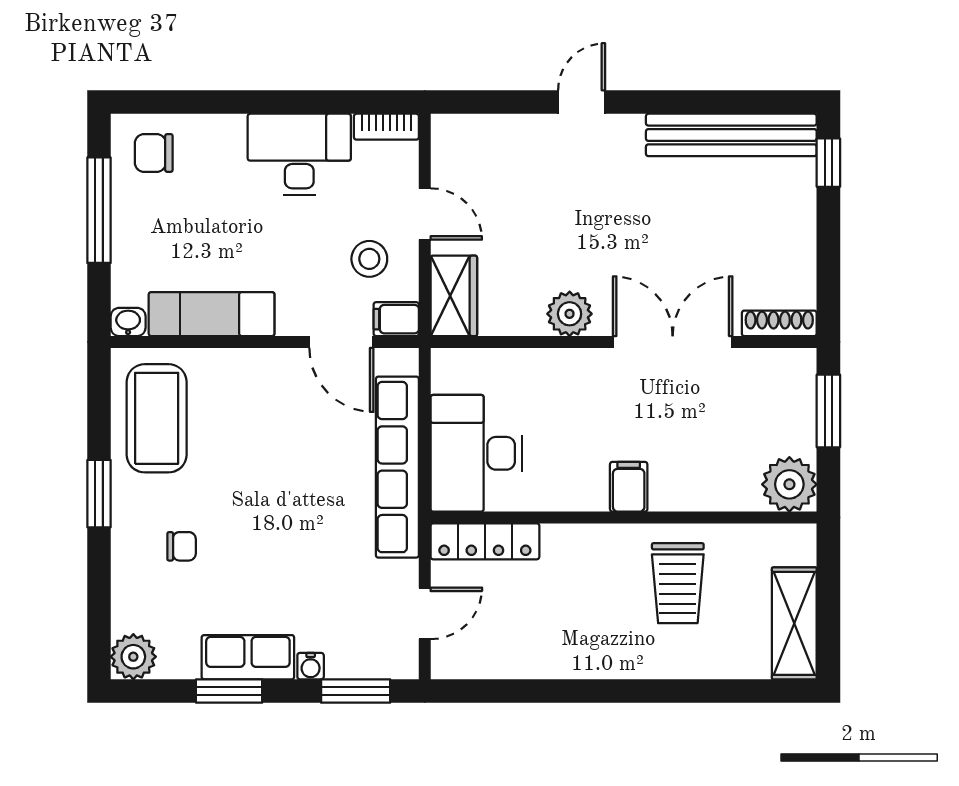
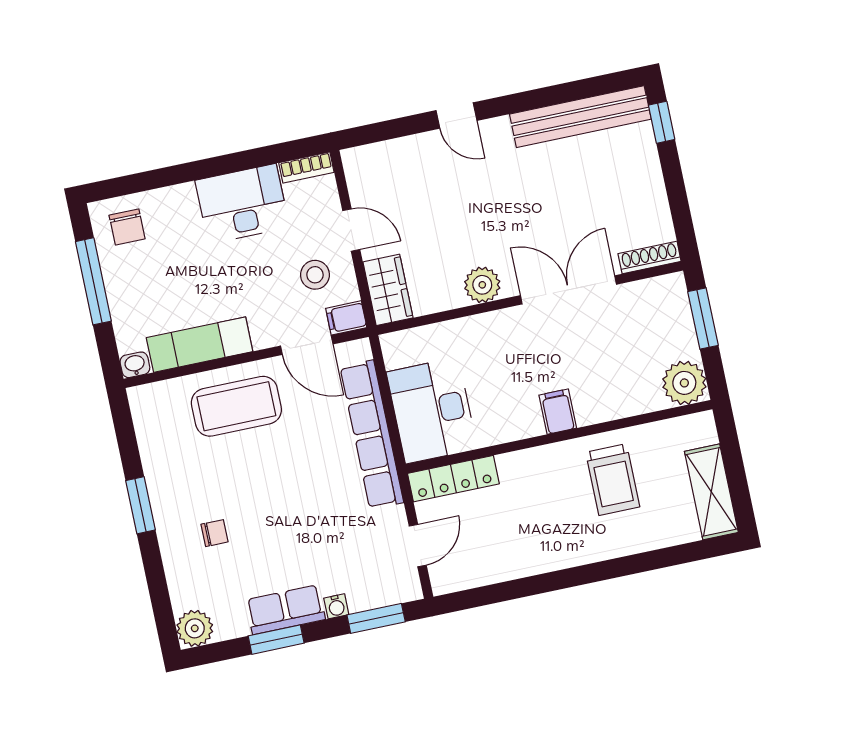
door: (582, 102) -> (457, 116), swing flipped
chair: (154, 153) -> (127, 227), turned -90
coffee table: (157, 418) -> (236, 406), moved, turned 90

